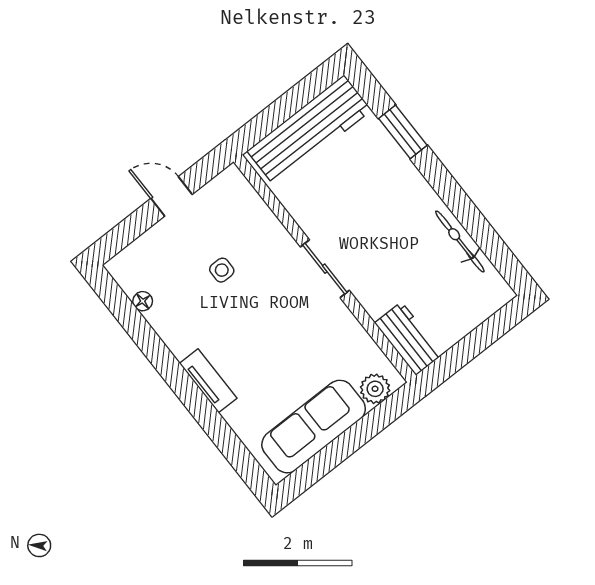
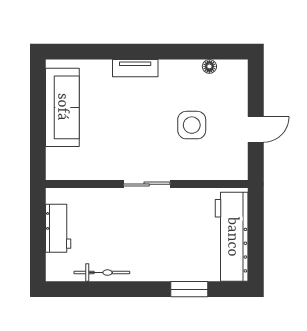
side table: (222, 270) -> (192, 125), width x1.87, depth x1.87
workbench: (409, 339) -> (58, 228), moved, turned -90
plant: (375, 389) -> (56, 159), removed

